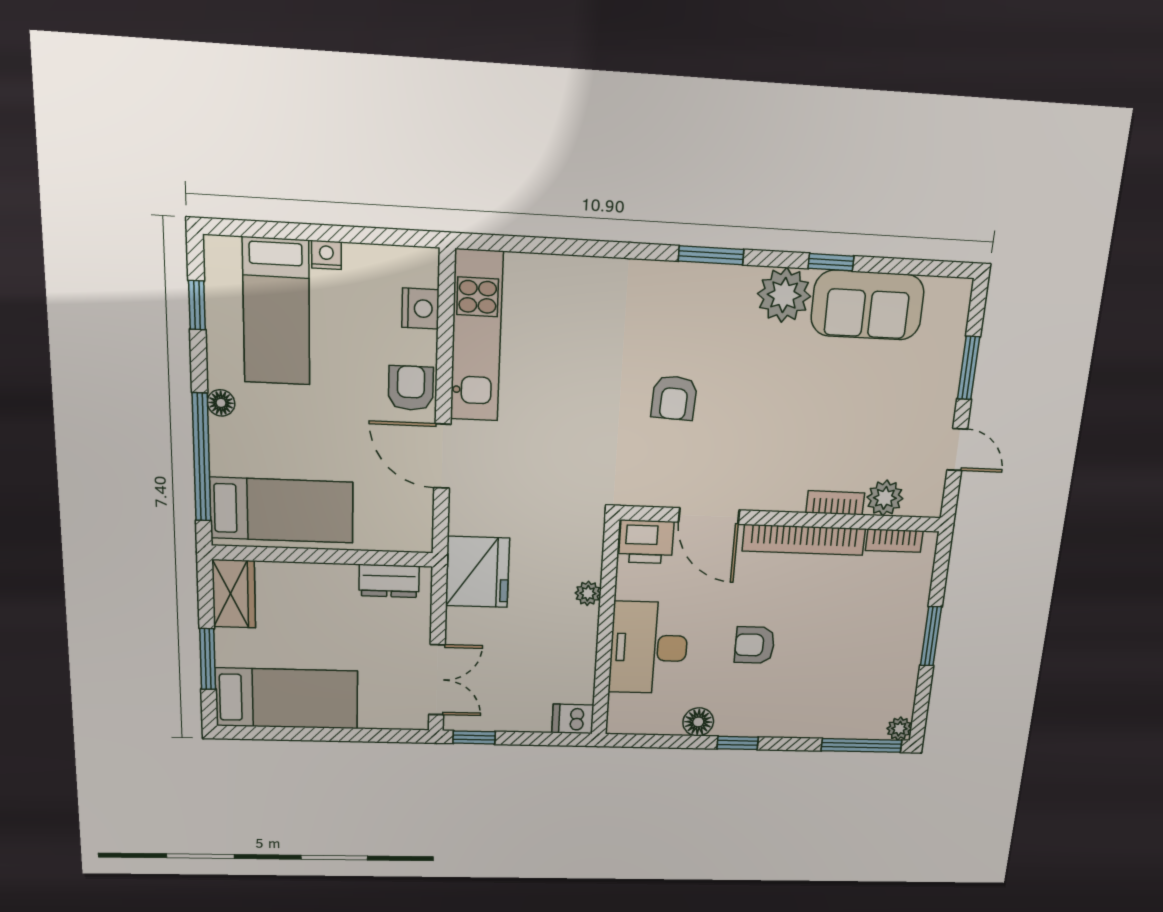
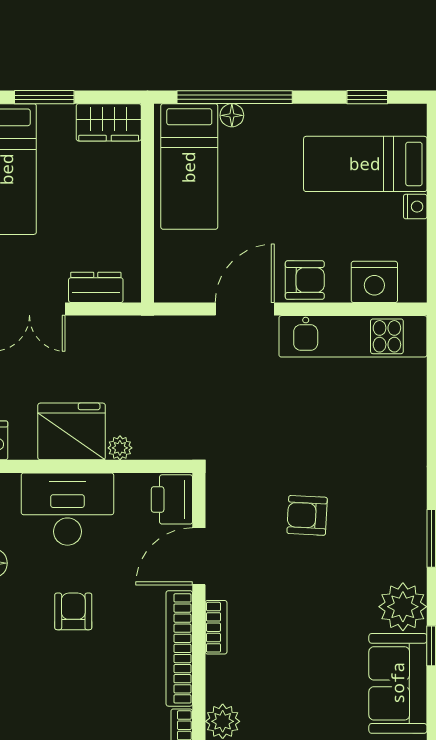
nightstand: (420, 308) -> (374, 282), width x1.36, depth x1.33
floor lamp: (221, 403) -> (232, 115), moved
bookcase: (835, 503) -> (216, 627), moved
fridge: (477, 572) -> (72, 431), moved, turned 180
dresser: (389, 581) -> (96, 287), moved, turned 90

